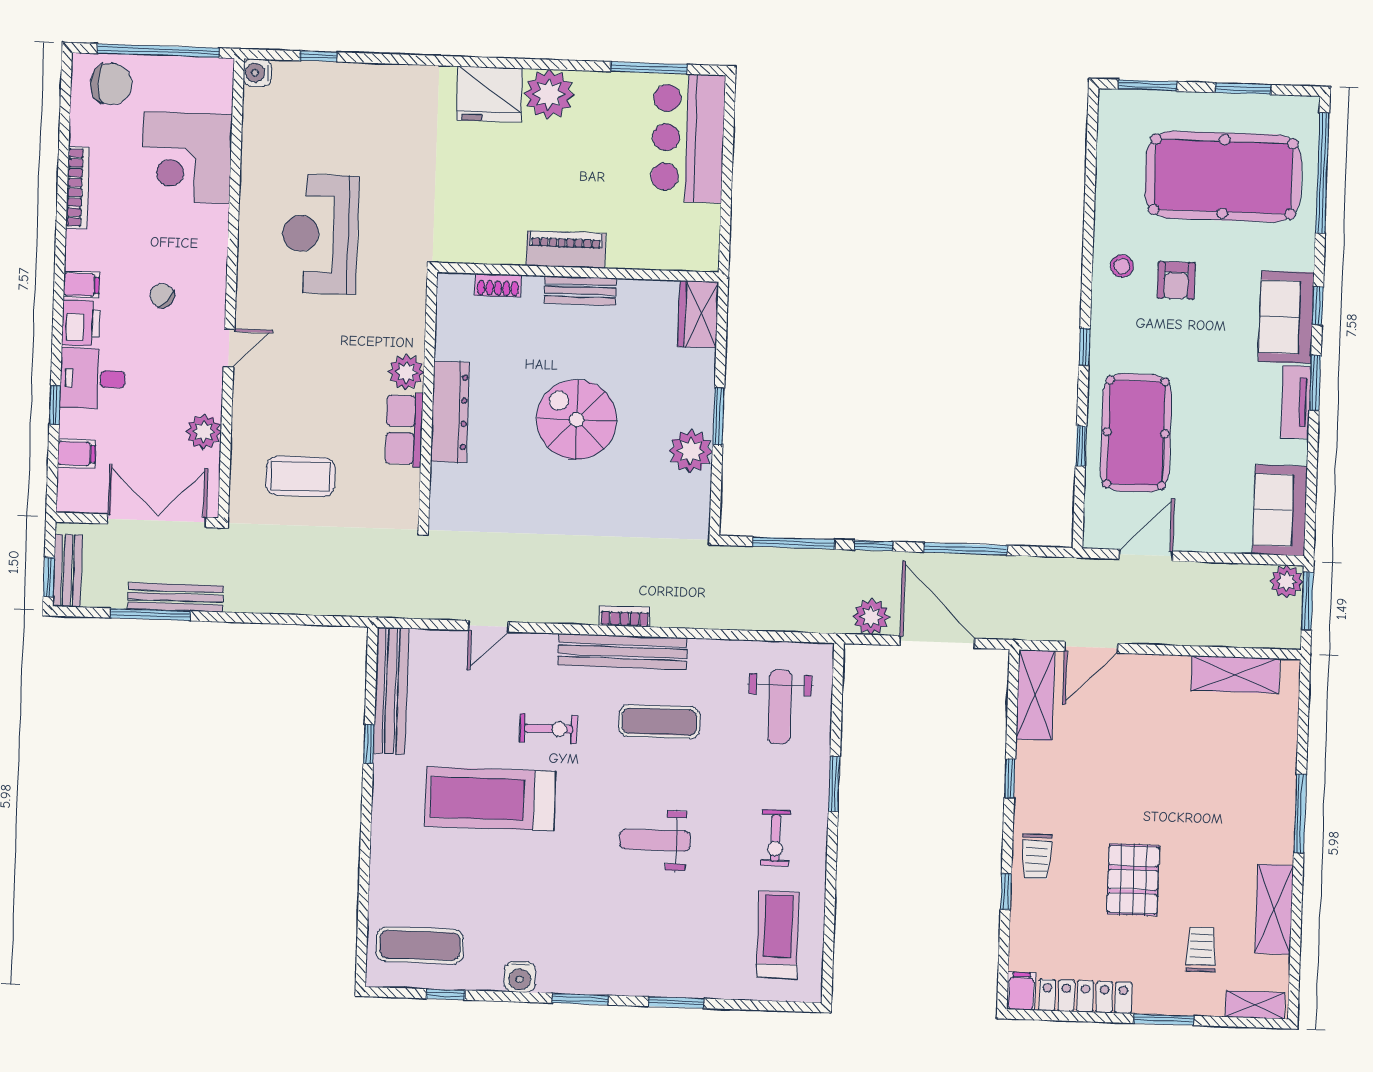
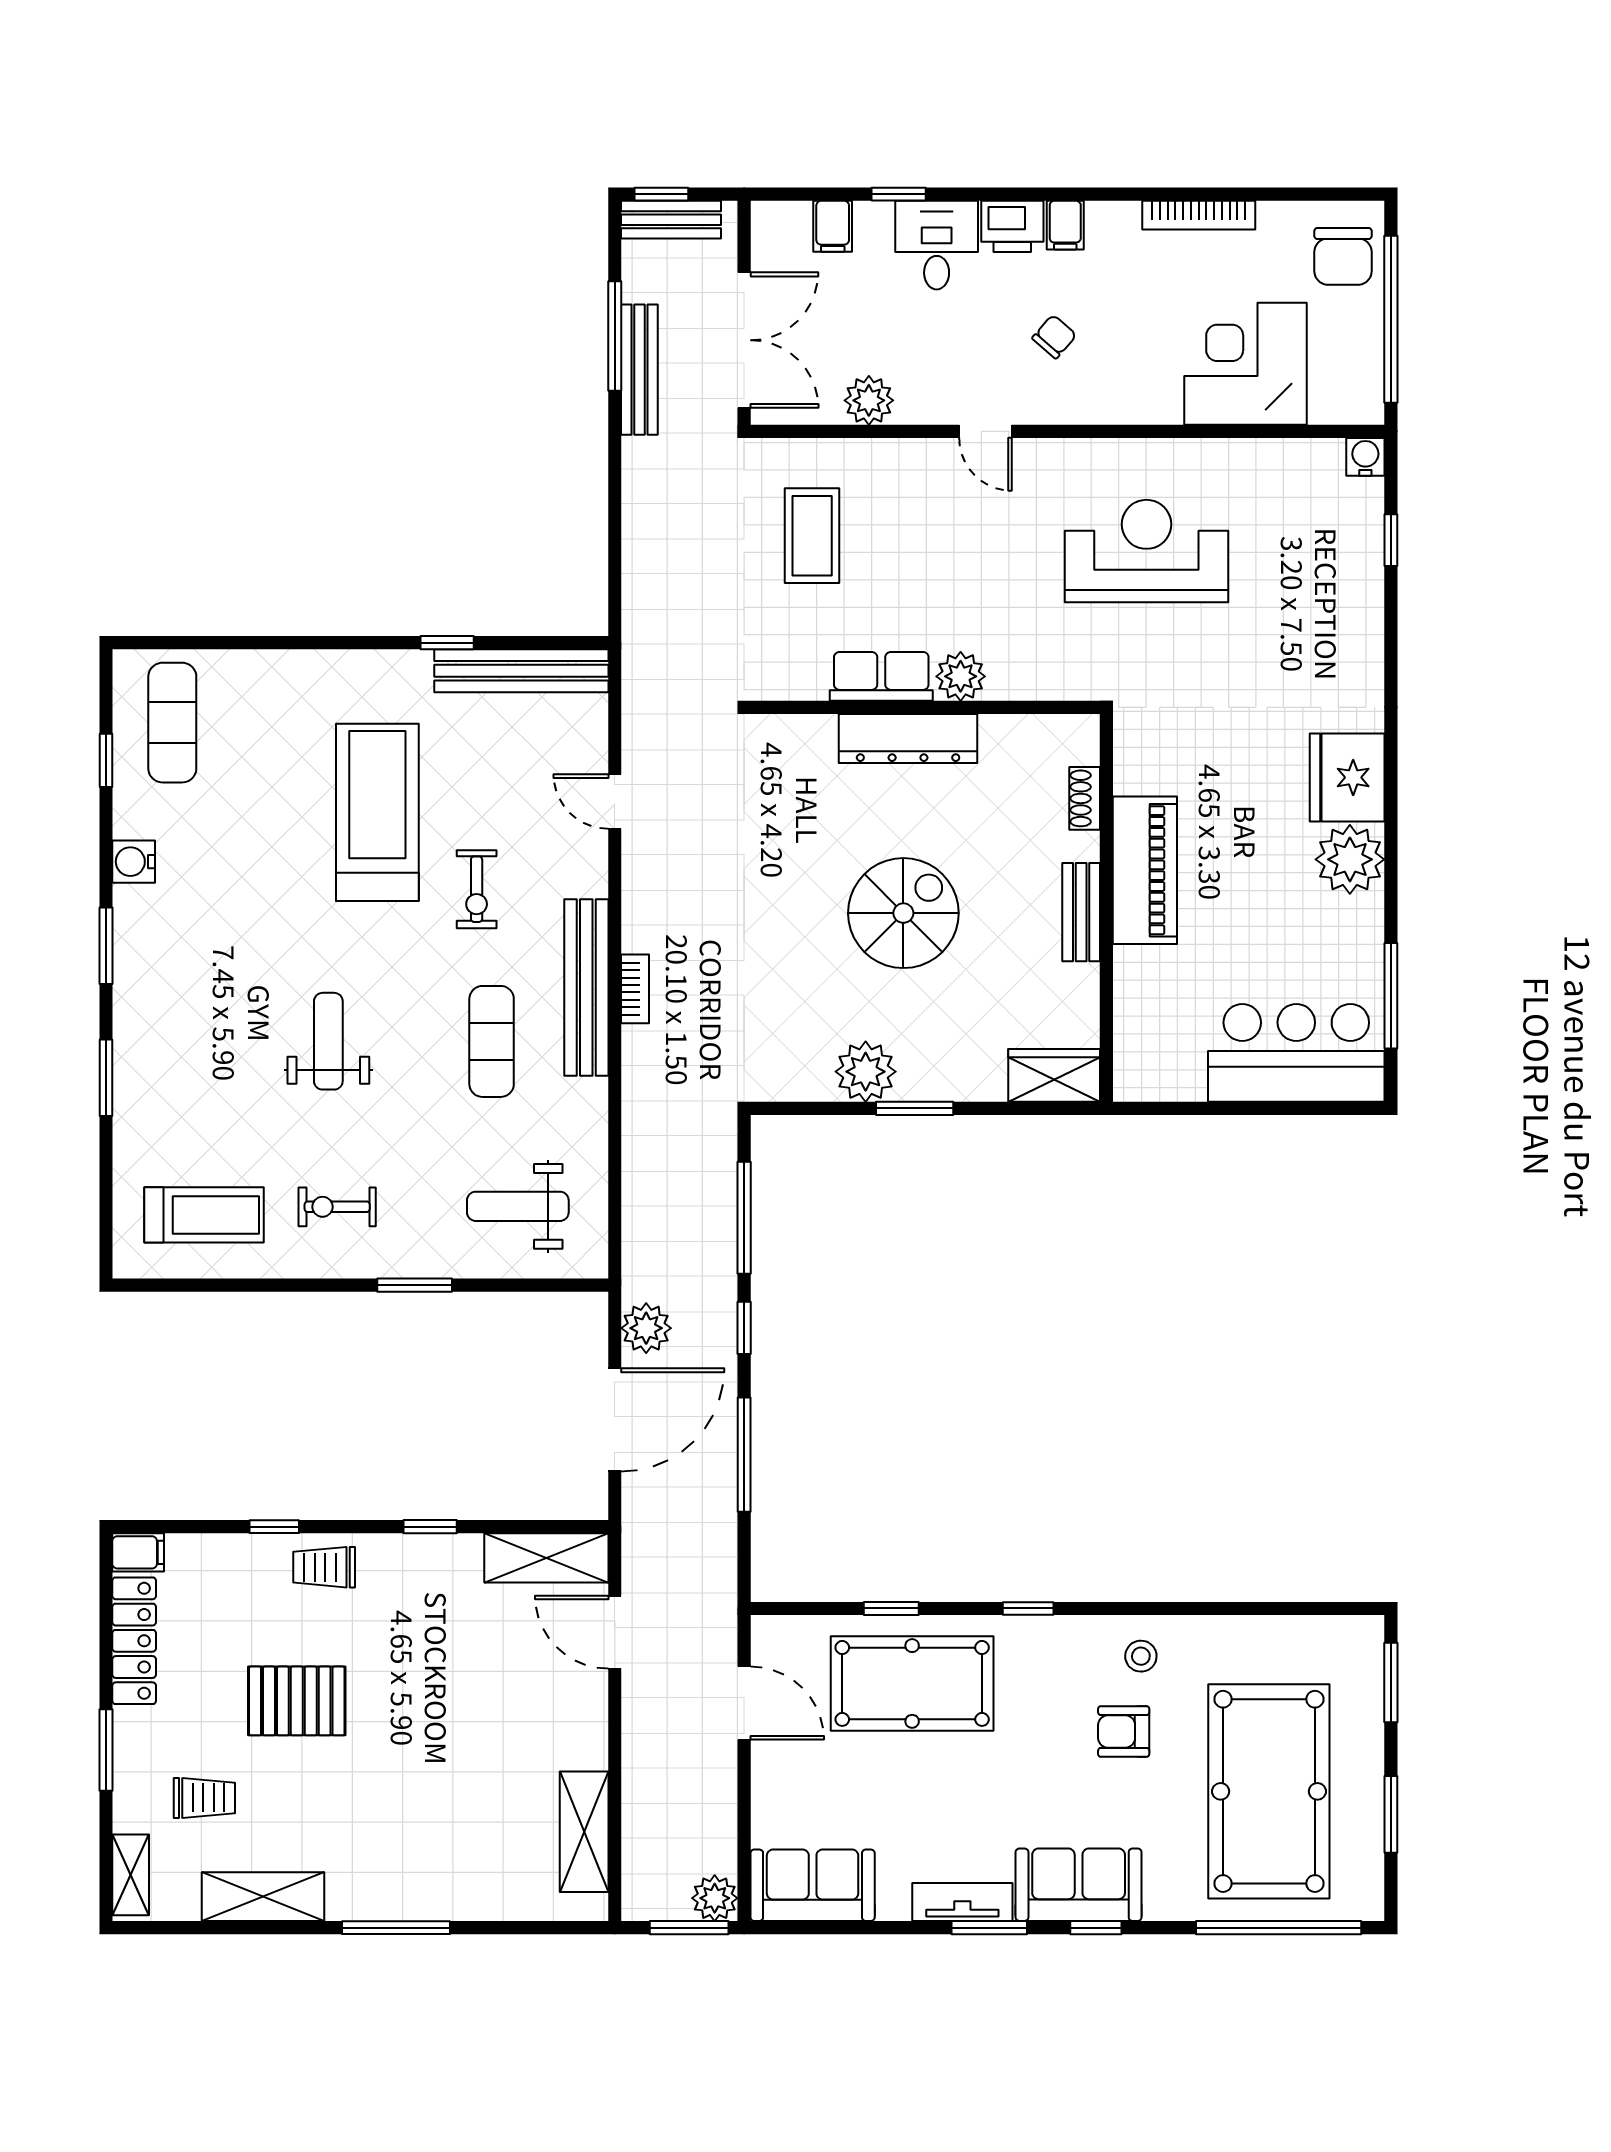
piano: (566, 250) -> (1145, 870), width x1.37, depth x1.33

